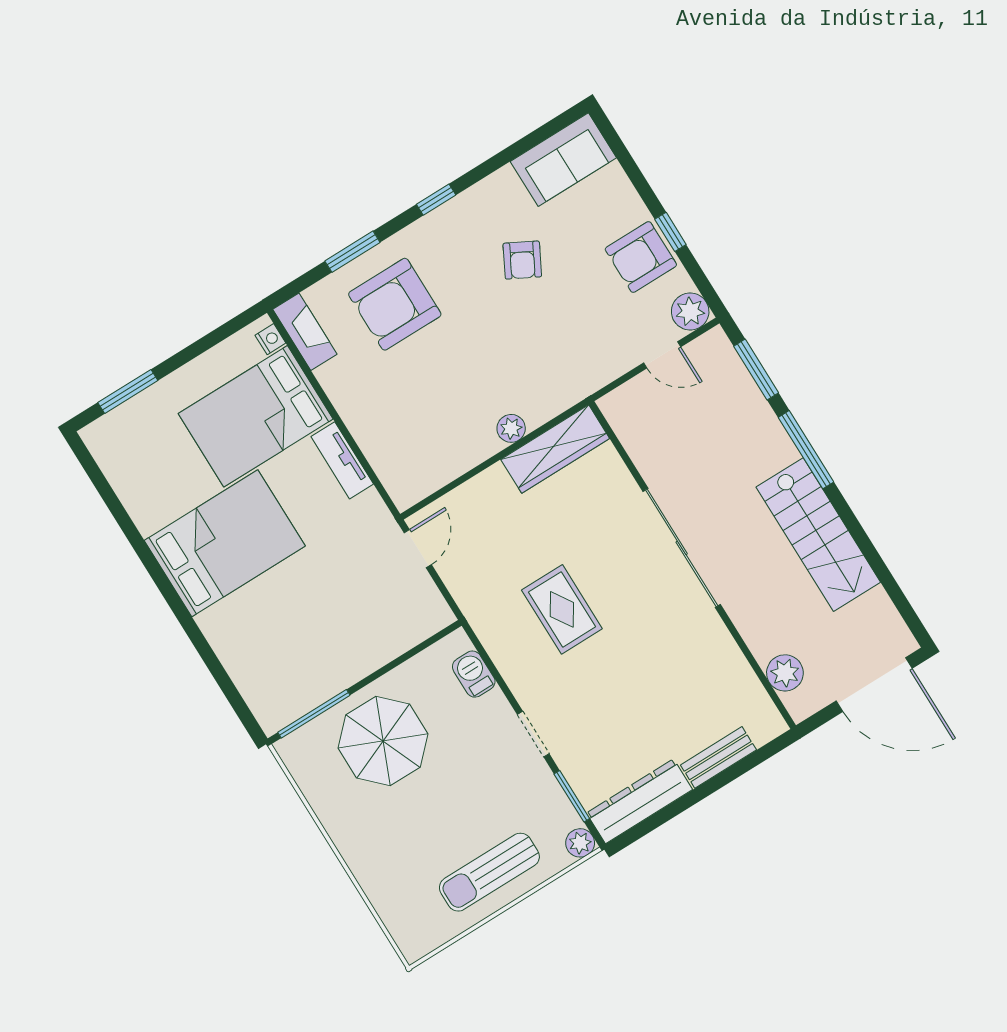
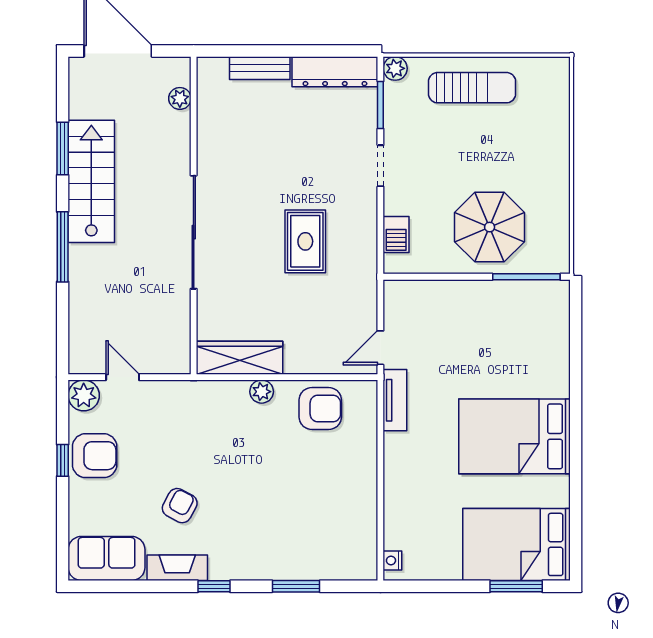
armchair: (395, 304) -> (320, 408), moved, width x0.73, depth x0.73
fireplace: (305, 332) -> (177, 568), moved, turned 90
window: (756, 370) -> (63, 148), moved
bed: (256, 416) -> (516, 544), moved, turned 180
tv unit: (342, 460) -> (395, 400), moved
plant: (785, 673) -> (180, 98), width x0.73, depth x0.73

